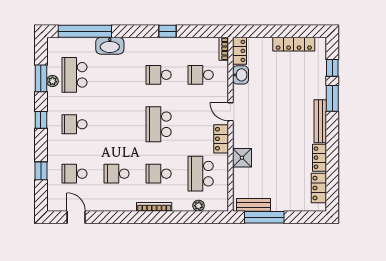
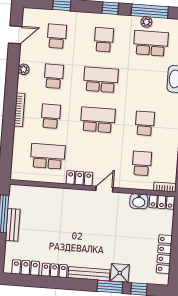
window: (41, 78) -> (150, 11), width x1.44
school desk: (117, 124) -> (101, 80), added
shower: (242, 158) -> (120, 273), moved
bench: (253, 205) -> (13, 225), moved
plant: (199, 206) -> (24, 69), moved

